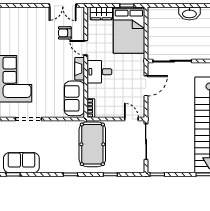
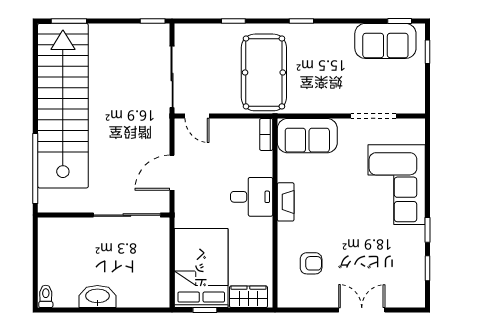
double door: (63, 6) -> (362, 310), moved
door: (86, 48) -> (275, 238), removed
sofa: (74, 98) -> (307, 136), moved, turned 90

